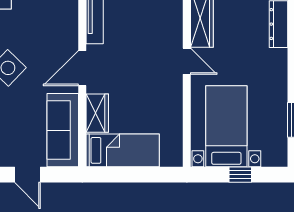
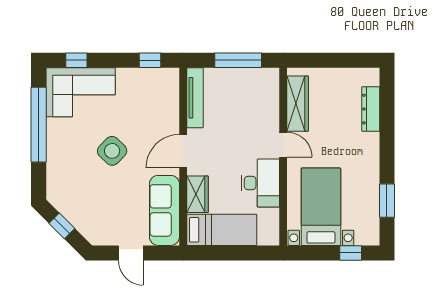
desk: (163, 101) -> (260, 183), added
window: (240, 175) -> (351, 253), moved

